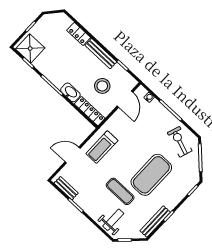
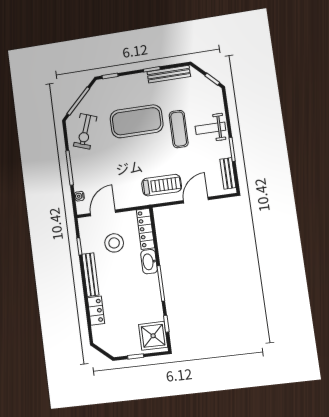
door: (73, 155) -> (196, 200), swing flipped
weight bench: (113, 220) -> (210, 128), moved

